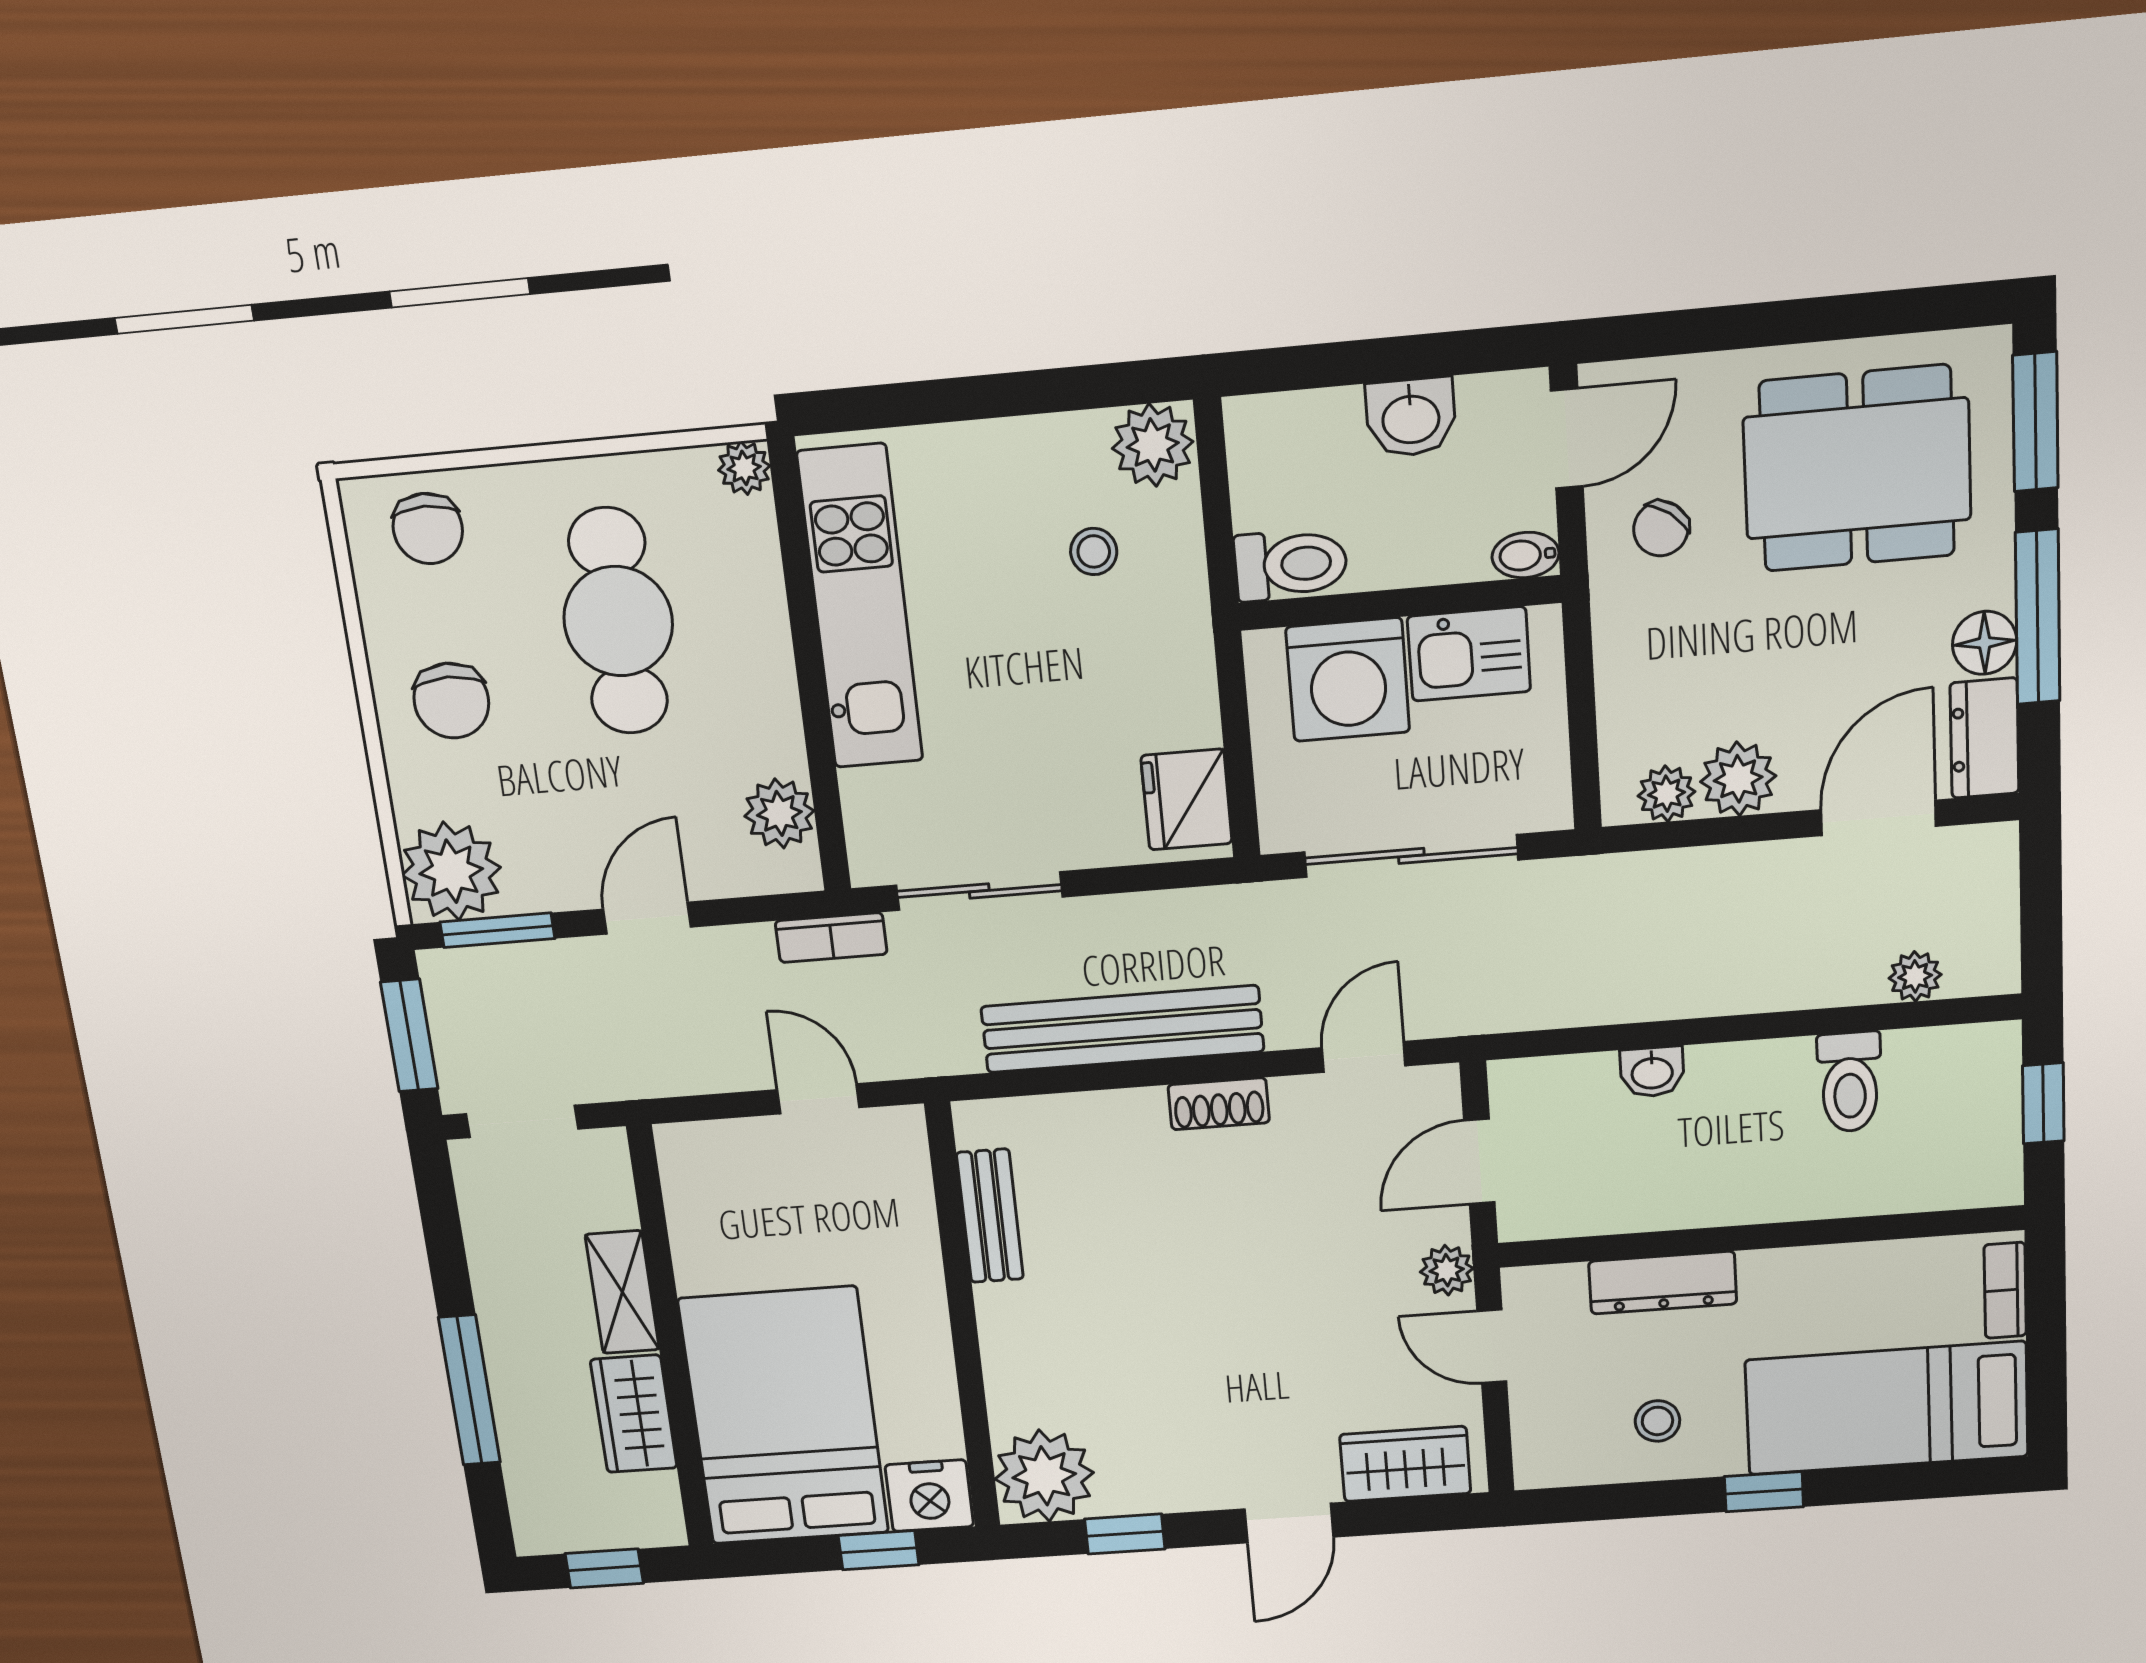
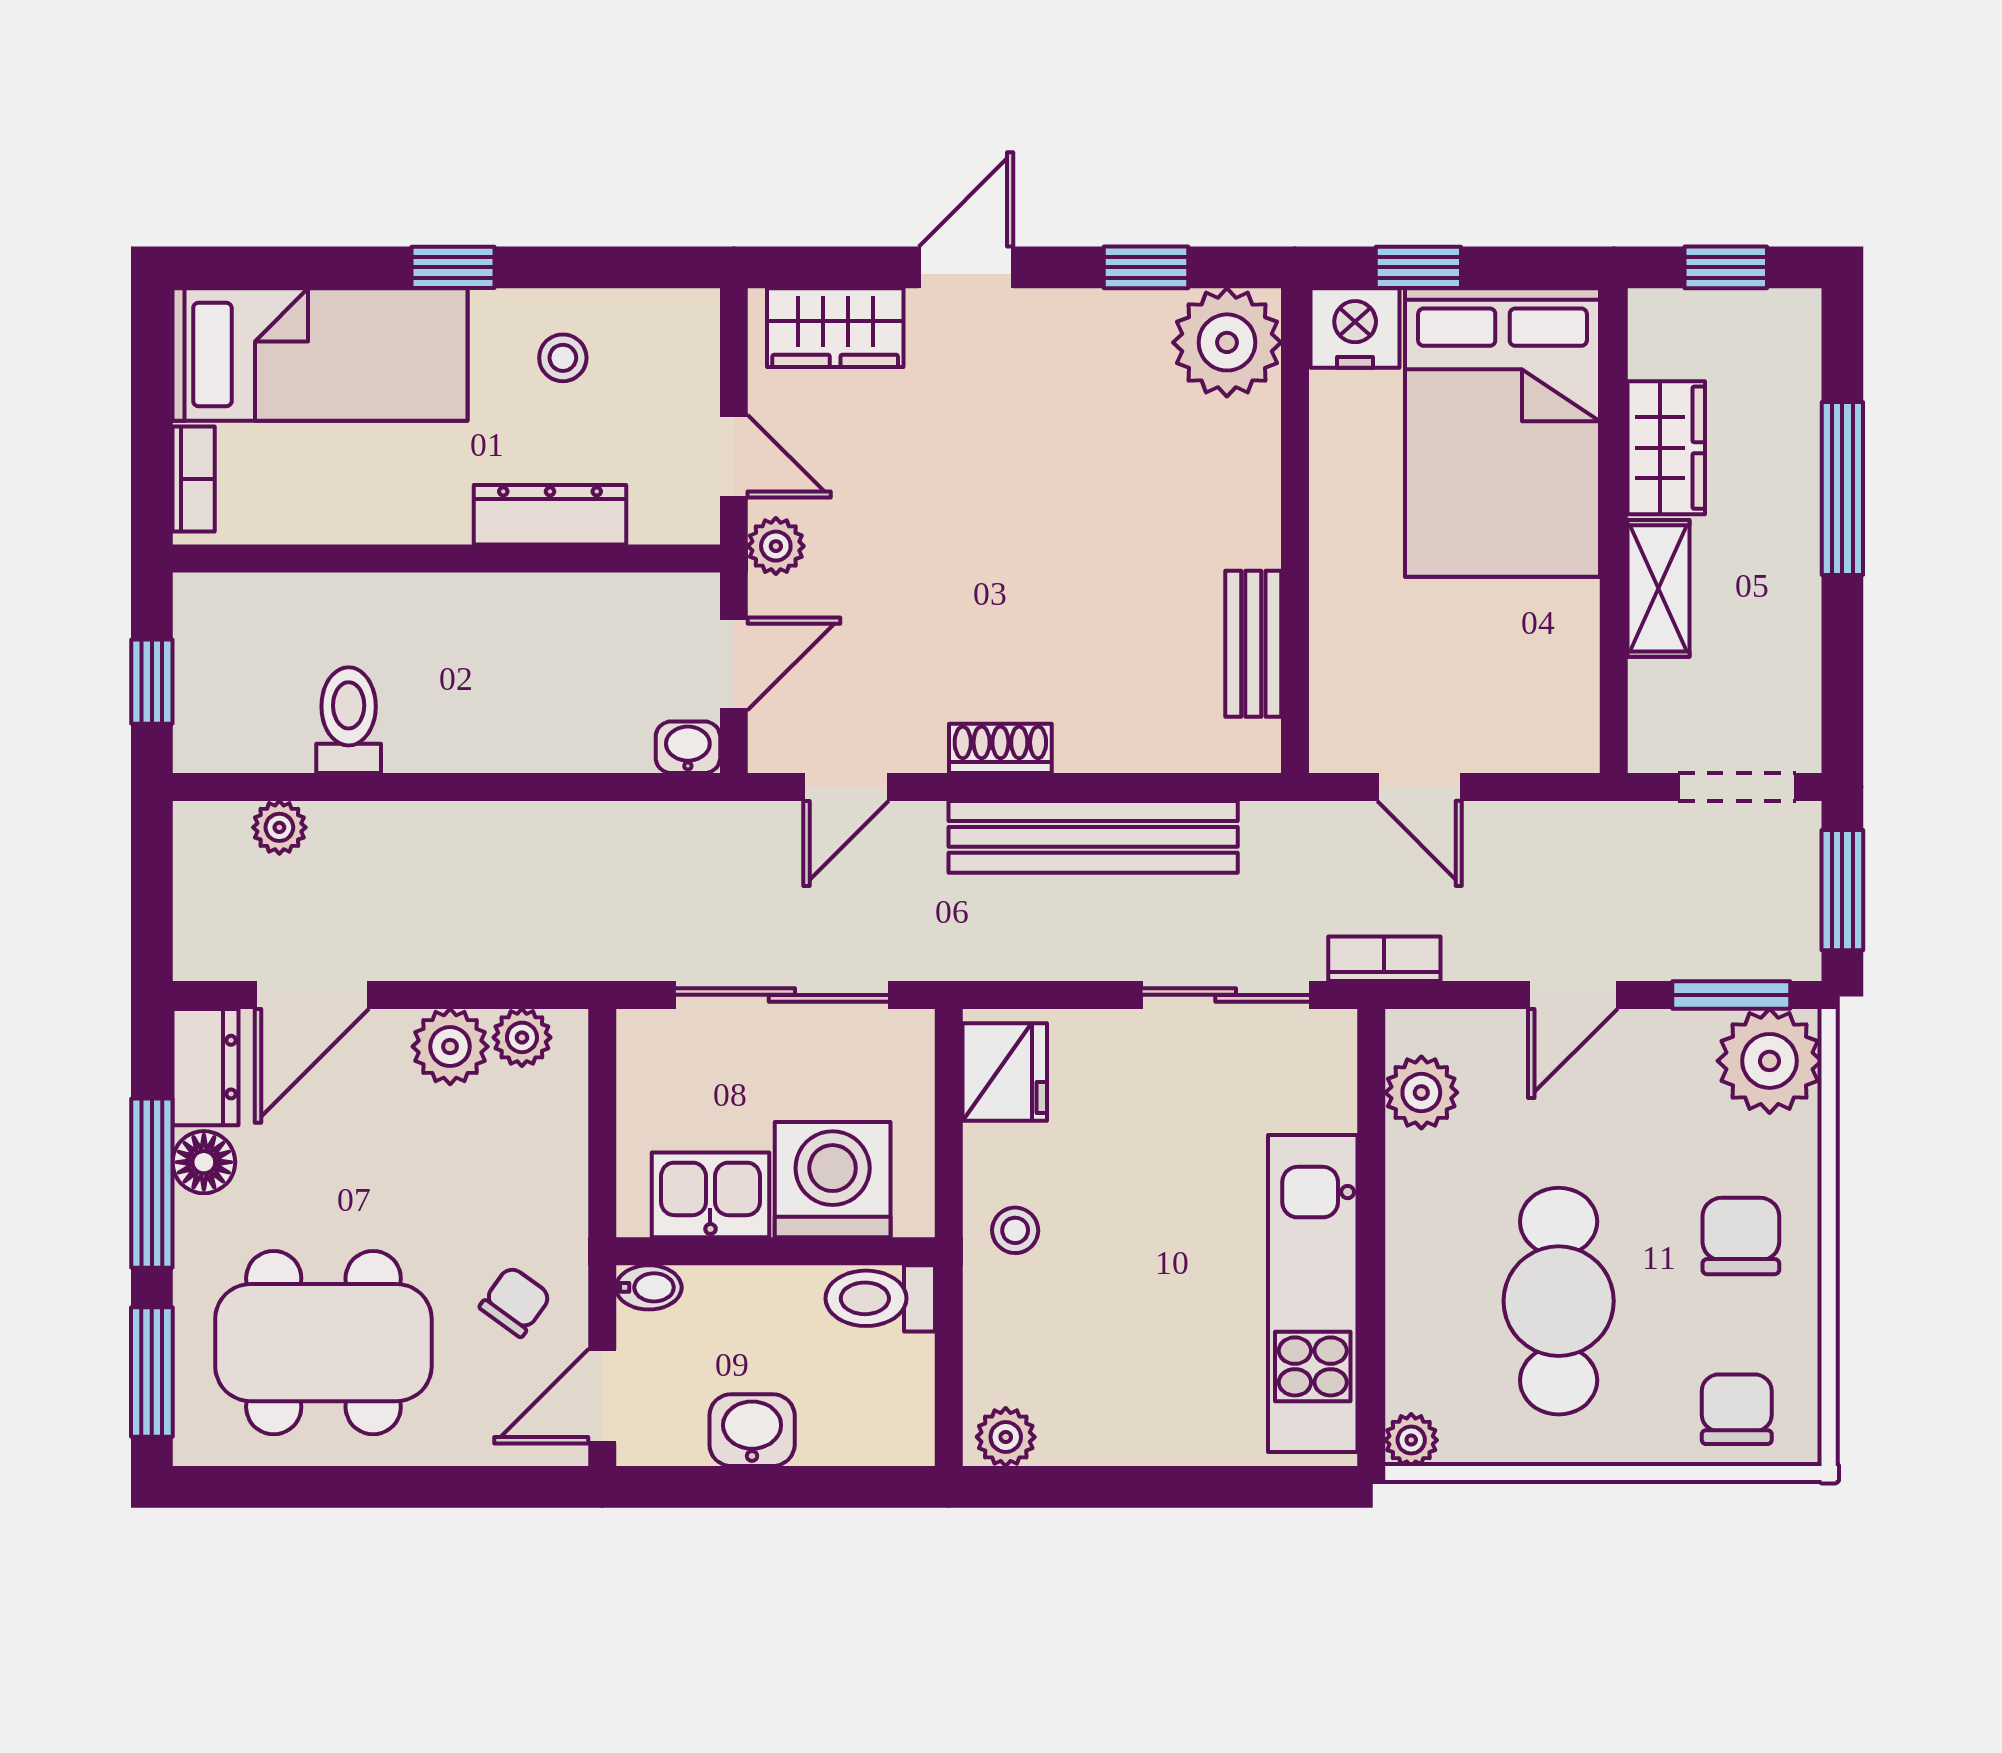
plant: (1153, 445) -> (1006, 1437), width x0.73, depth x0.73
stool: (1094, 552) -> (1015, 1230), moved
washbasin: (1652, 1072) -> (688, 747), moved

